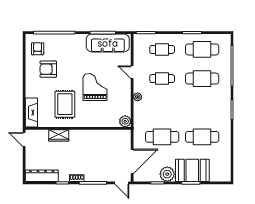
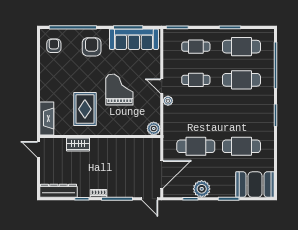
armchair: (48, 69) -> (92, 47), moved, turned 90
door: (132, 72) -> (162, 86), moved
booth: (192, 170) -> (255, 185), moved

